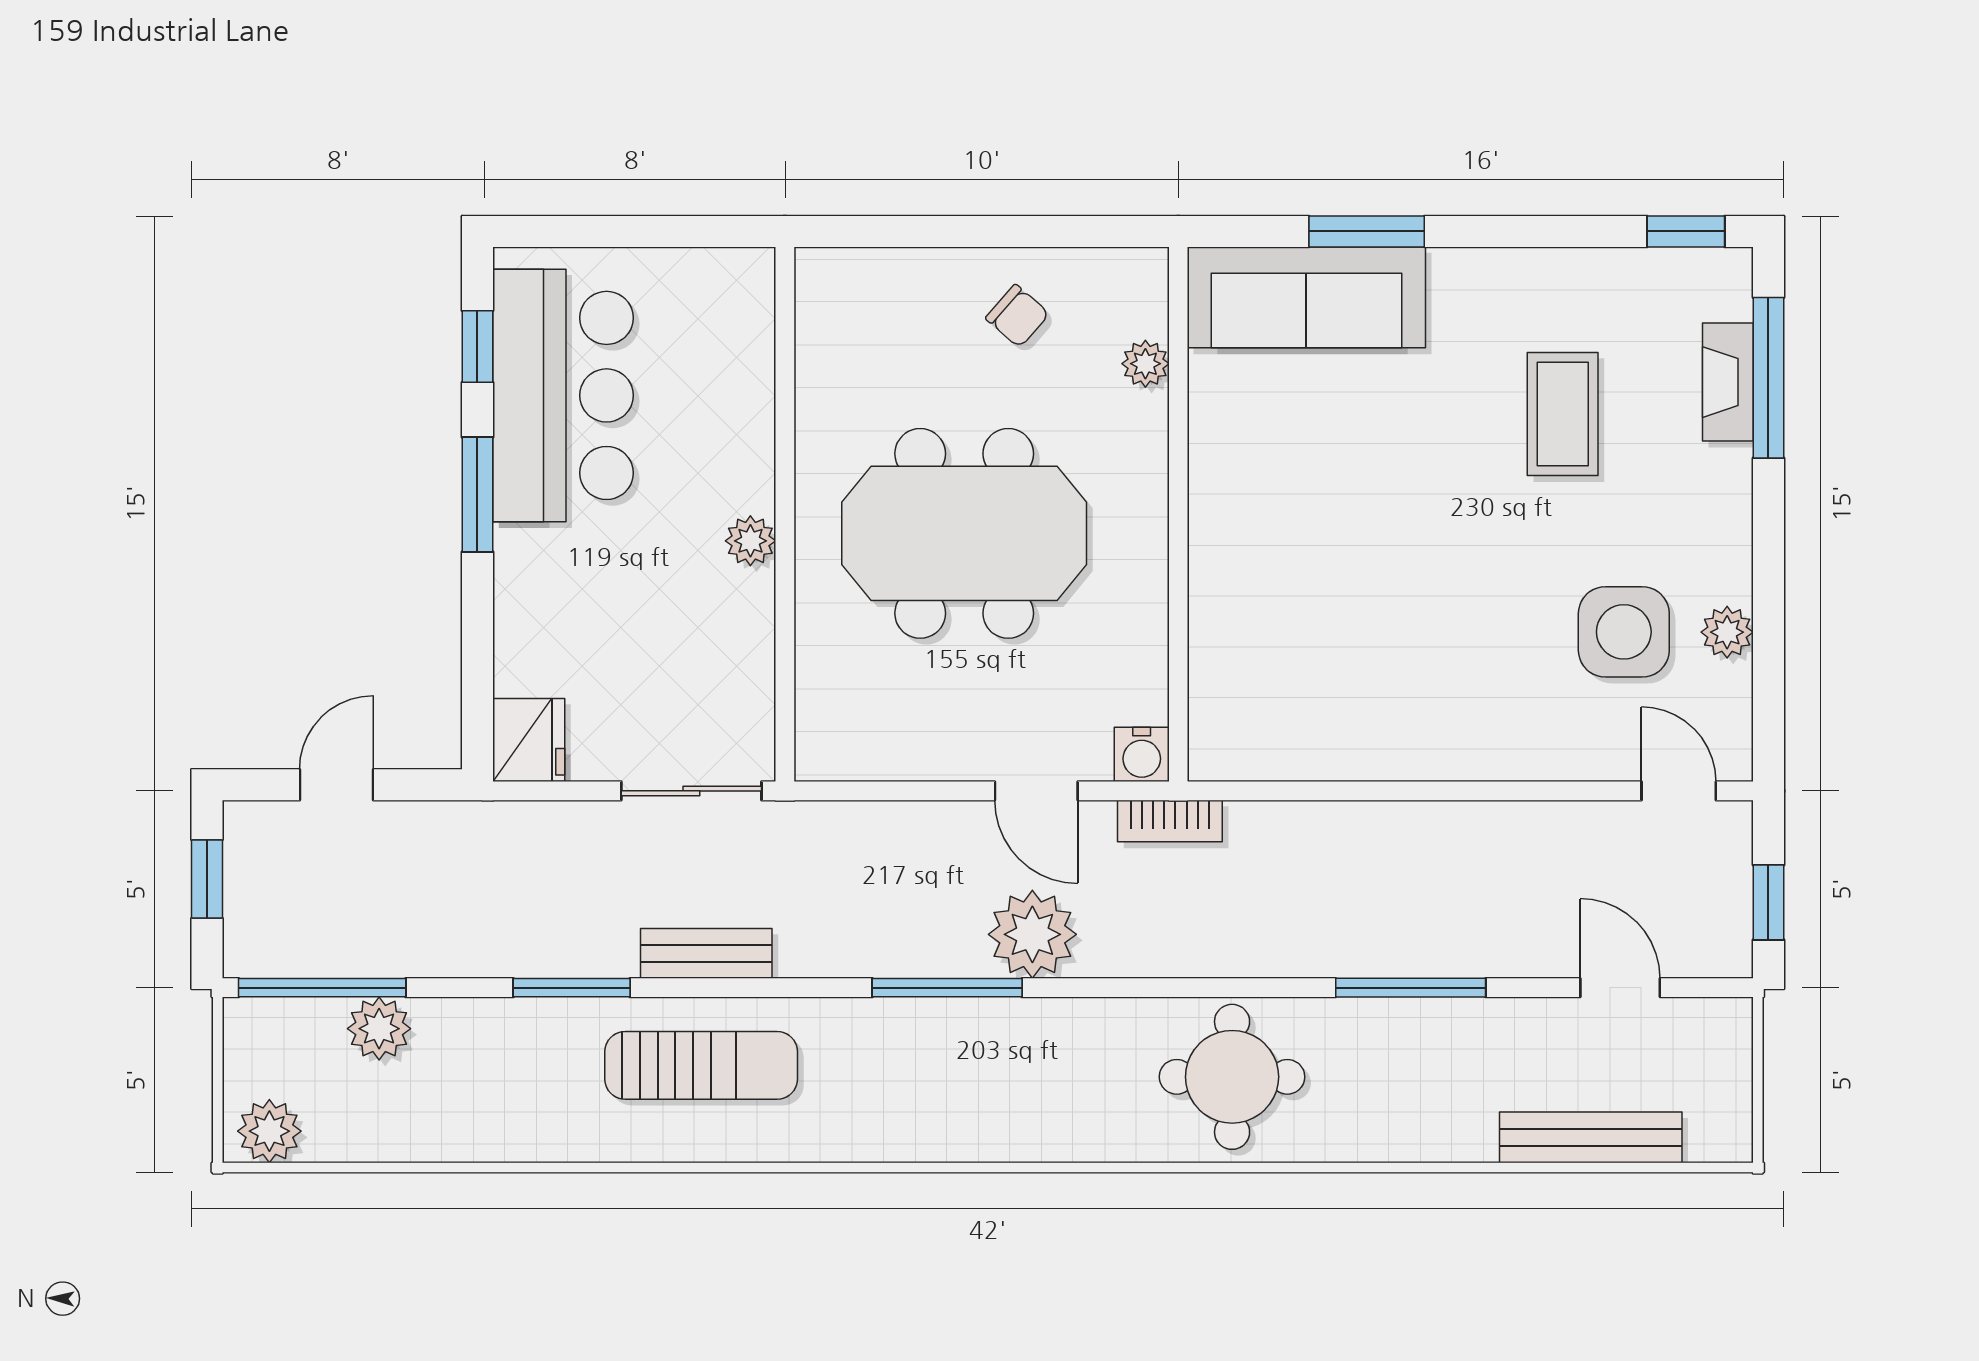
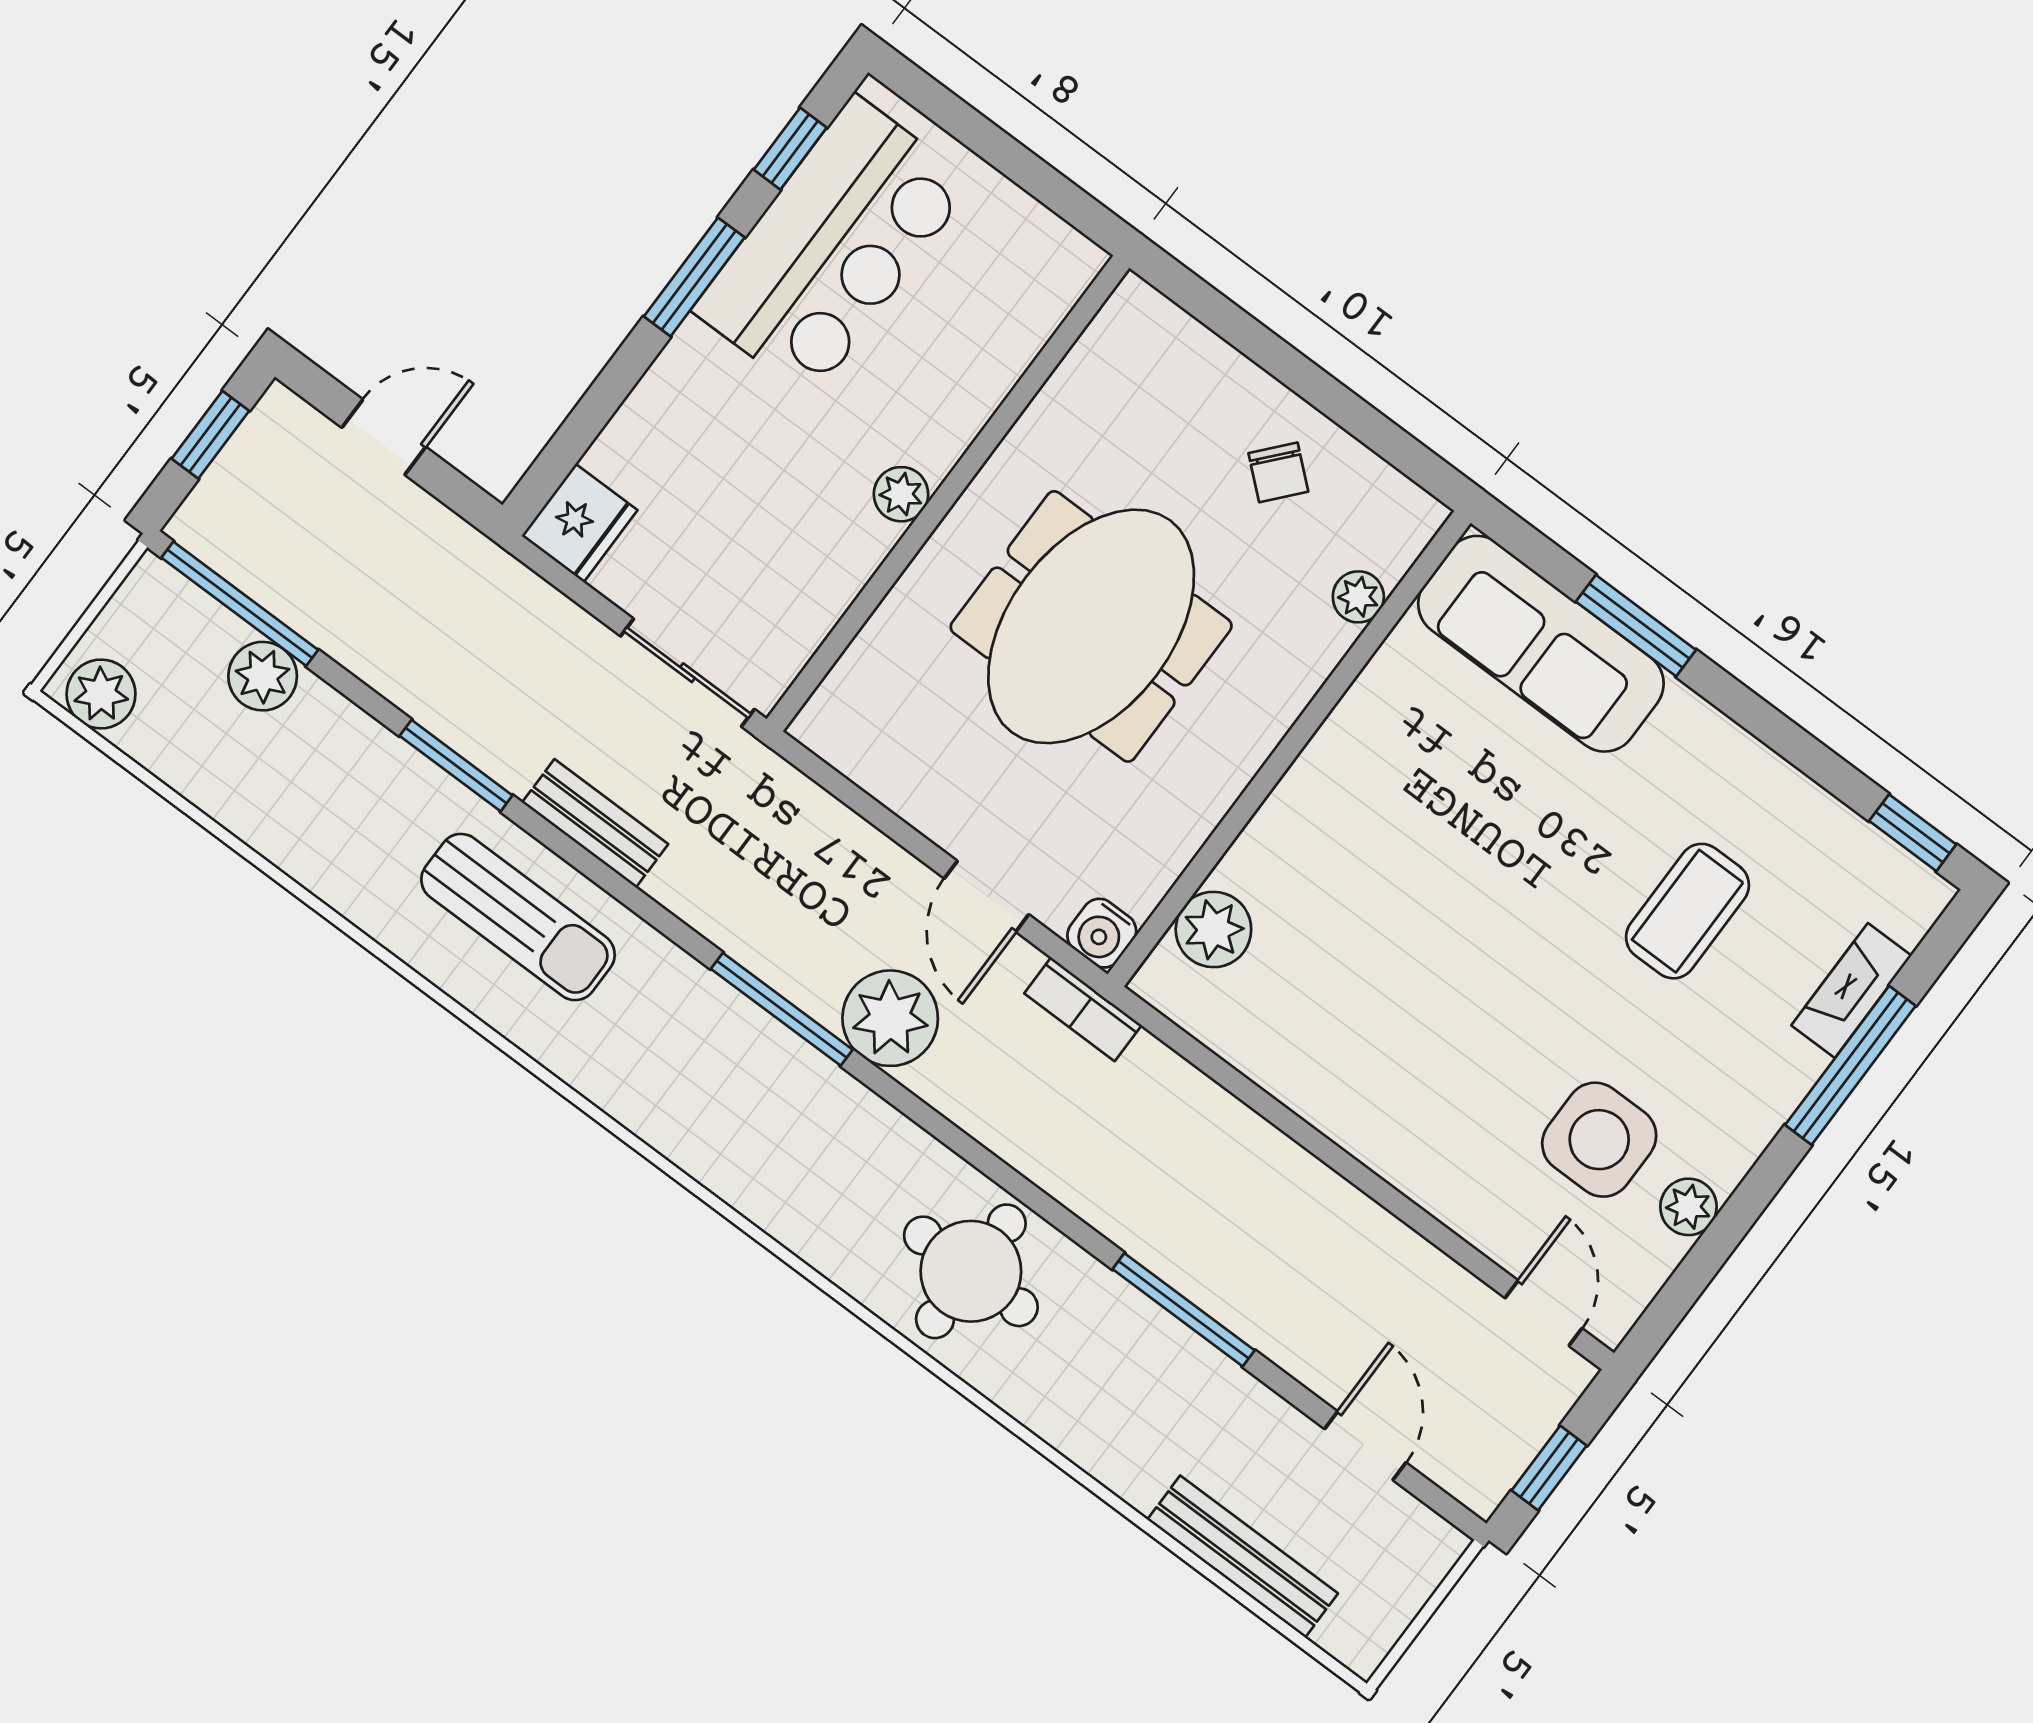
window: (1768, 378) -> (1850, 1065), moved
meeting table: (964, 533) -> (1091, 626), turned 90
plant: (1222, 690) -> (1213, 929), added

